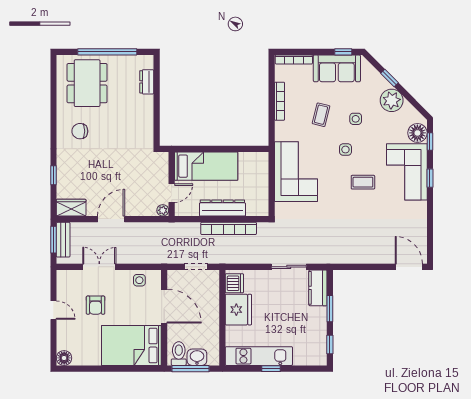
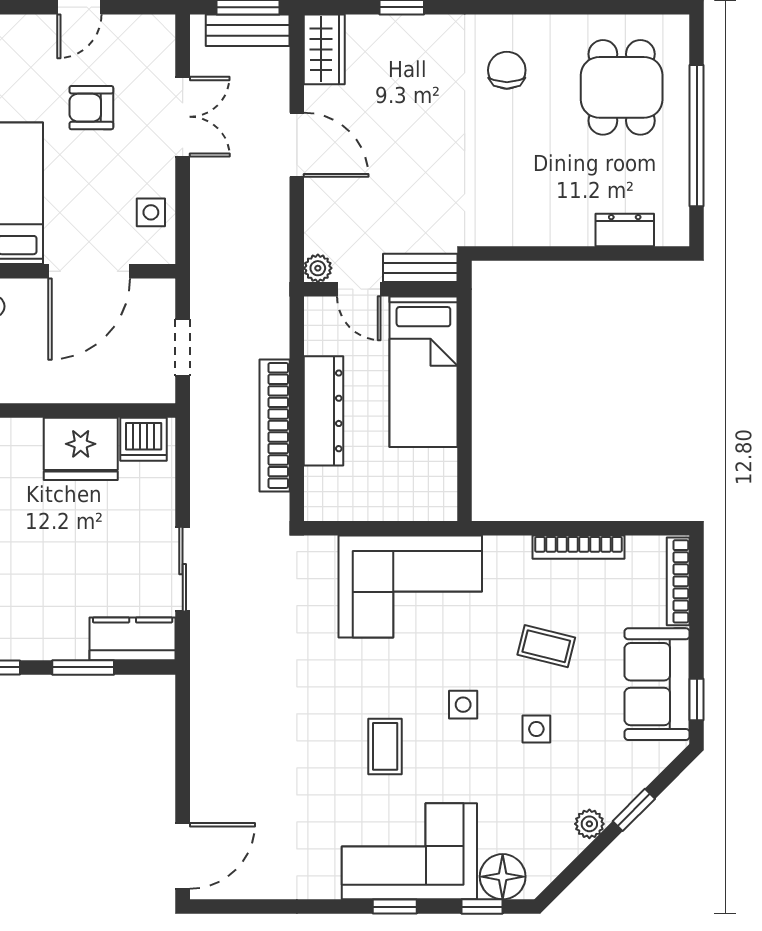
dining table: (87, 83) -> (622, 87), width x0.73
plant: (392, 100) -> (589, 824), width x0.53, depth x0.53
bench: (163, 167) -> (420, 268), added

